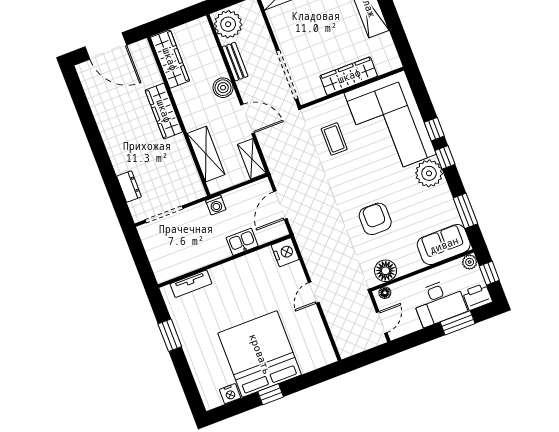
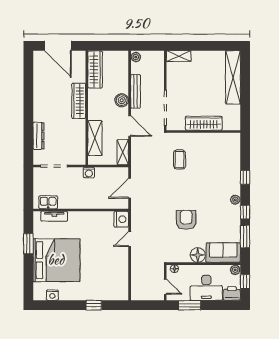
plant: (228, 24) -> (136, 57), width x0.53, depth x0.53
bench: (235, 62) -> (136, 91), width x1.36
corner sofa: (390, 124) -> (219, 163), removed
window: (445, 157) -> (245, 212), moved
plant: (429, 173) -> (235, 200), width x0.53, depth x0.53
dresser: (129, 186) -> (39, 136), width x1.44
kitchen sink: (242, 242) -> (48, 202), moved
floor lamp: (386, 271) -> (198, 255), moved
door: (314, 292) -> (130, 239), moved
door: (382, 322) -> (165, 287), hinge flipped
window: (458, 323) -> (190, 305), moved
bed: (260, 354) -> (56, 260), moved, turned 90
window: (271, 394) -> (94, 305), moved

